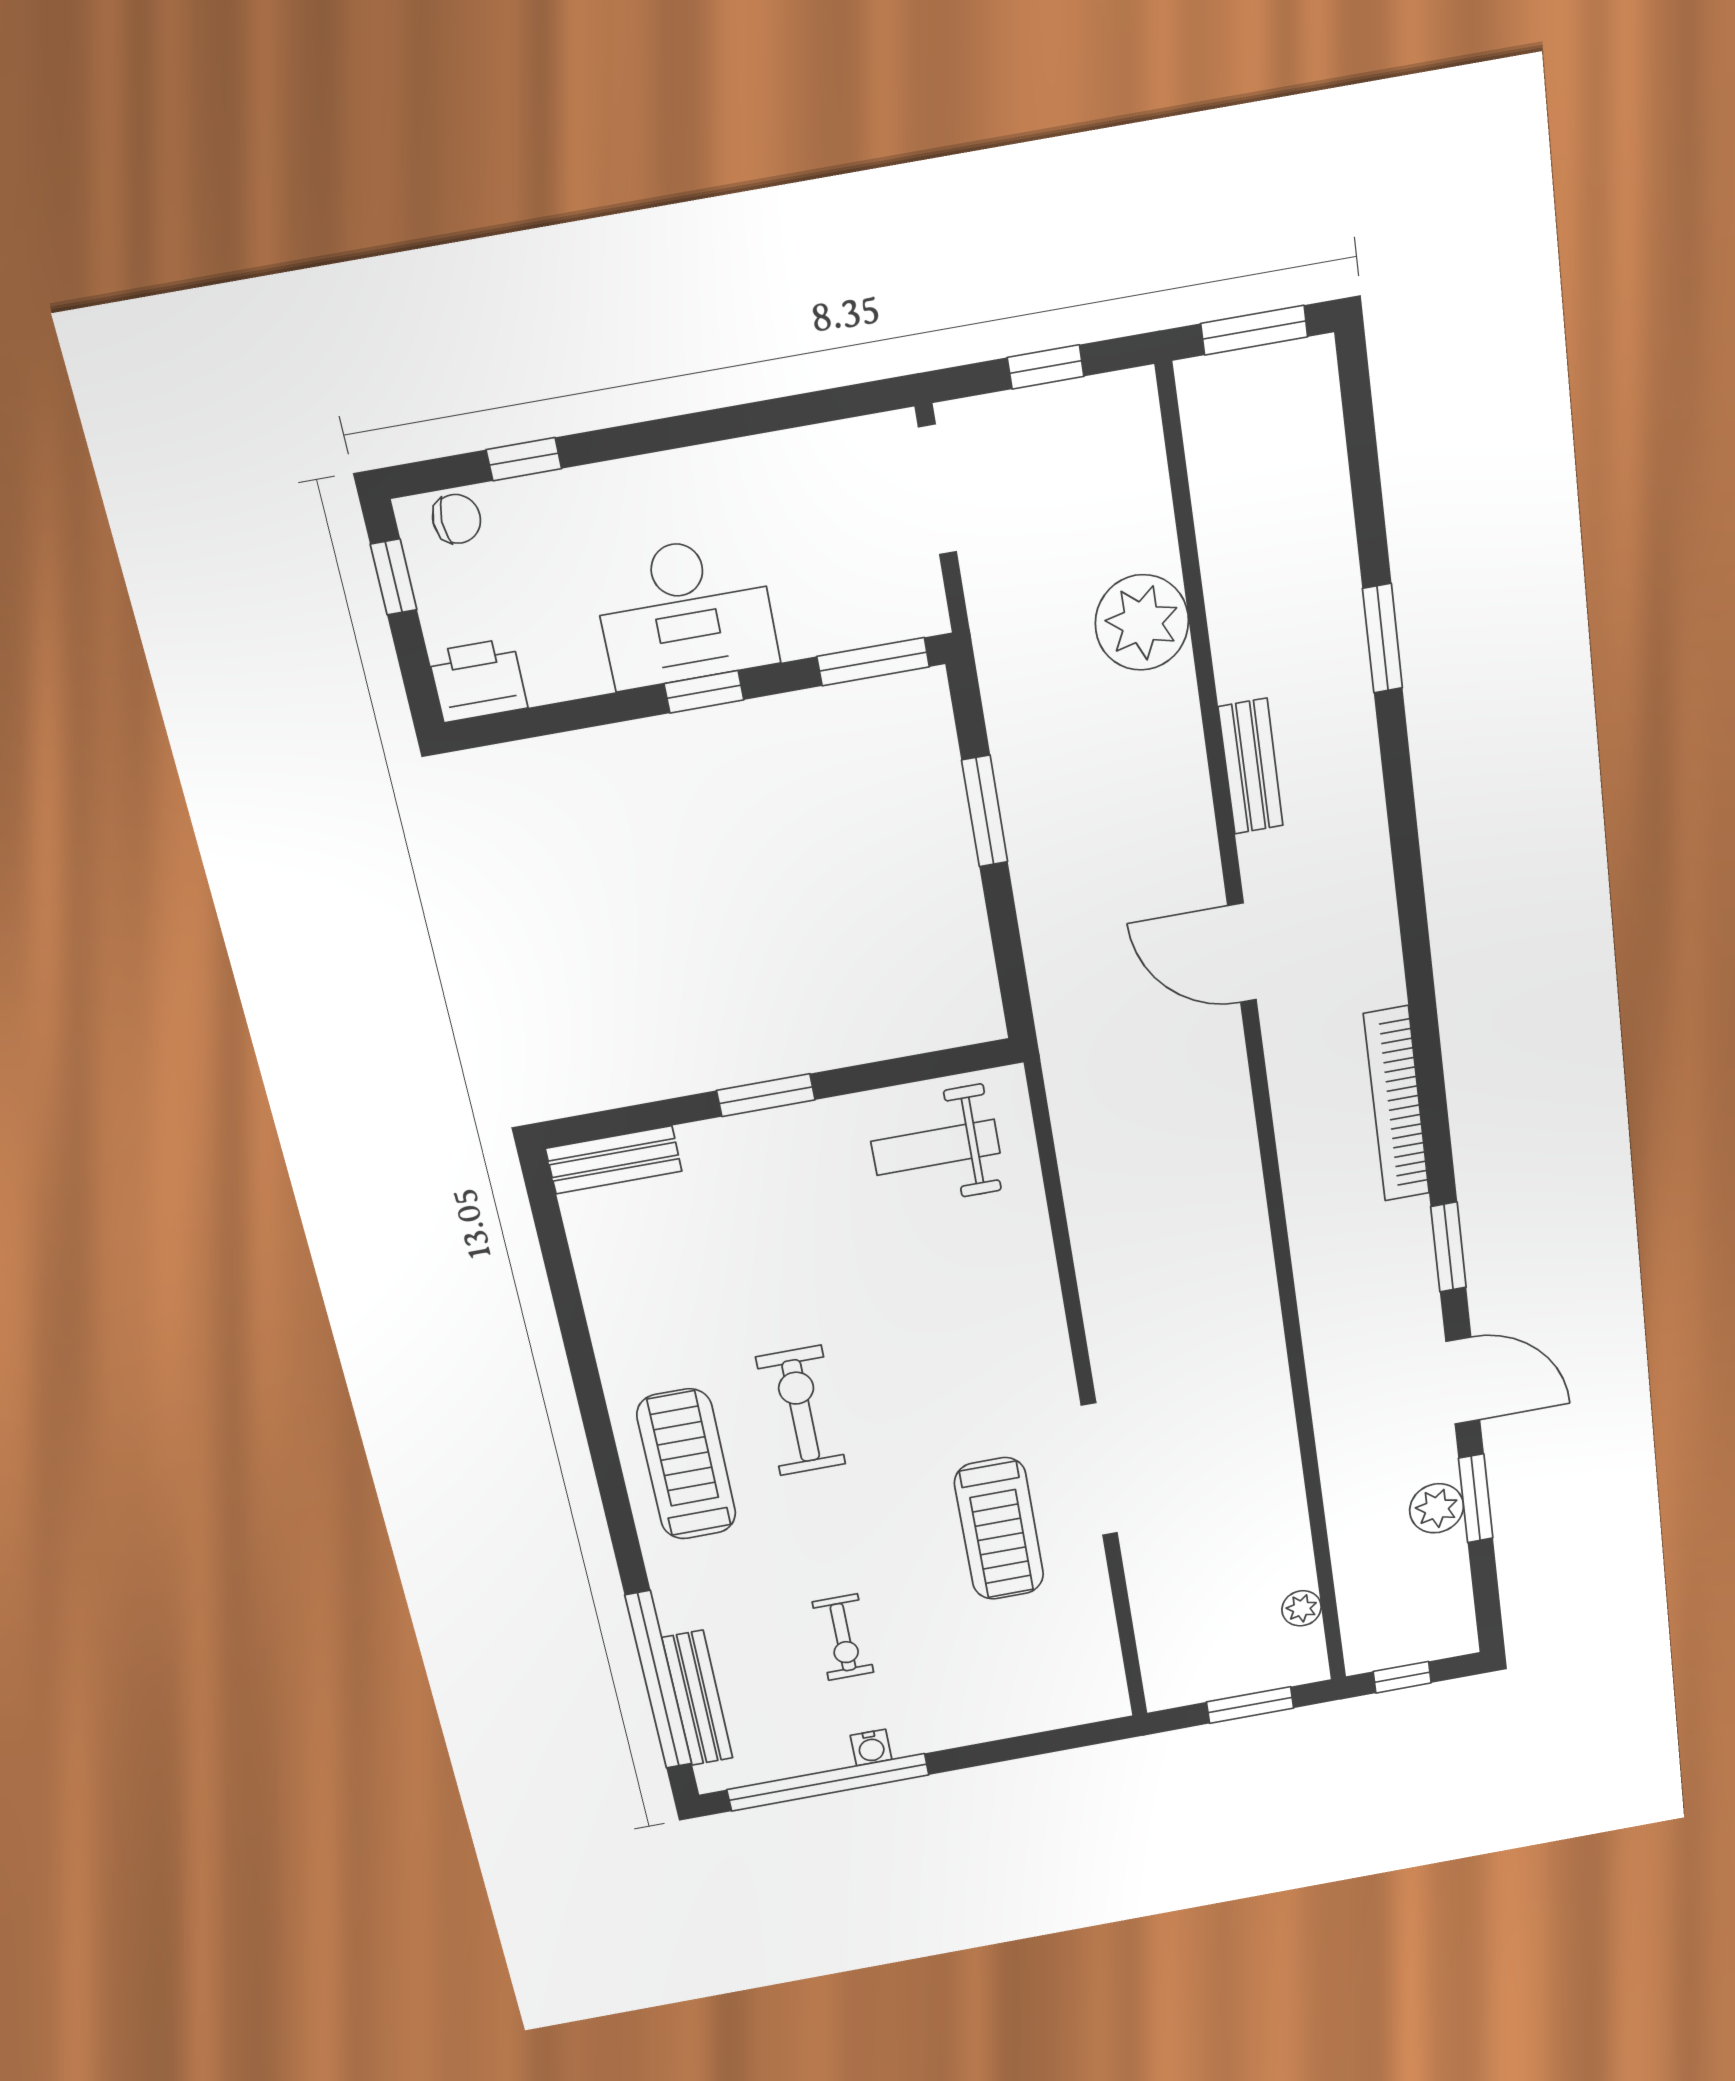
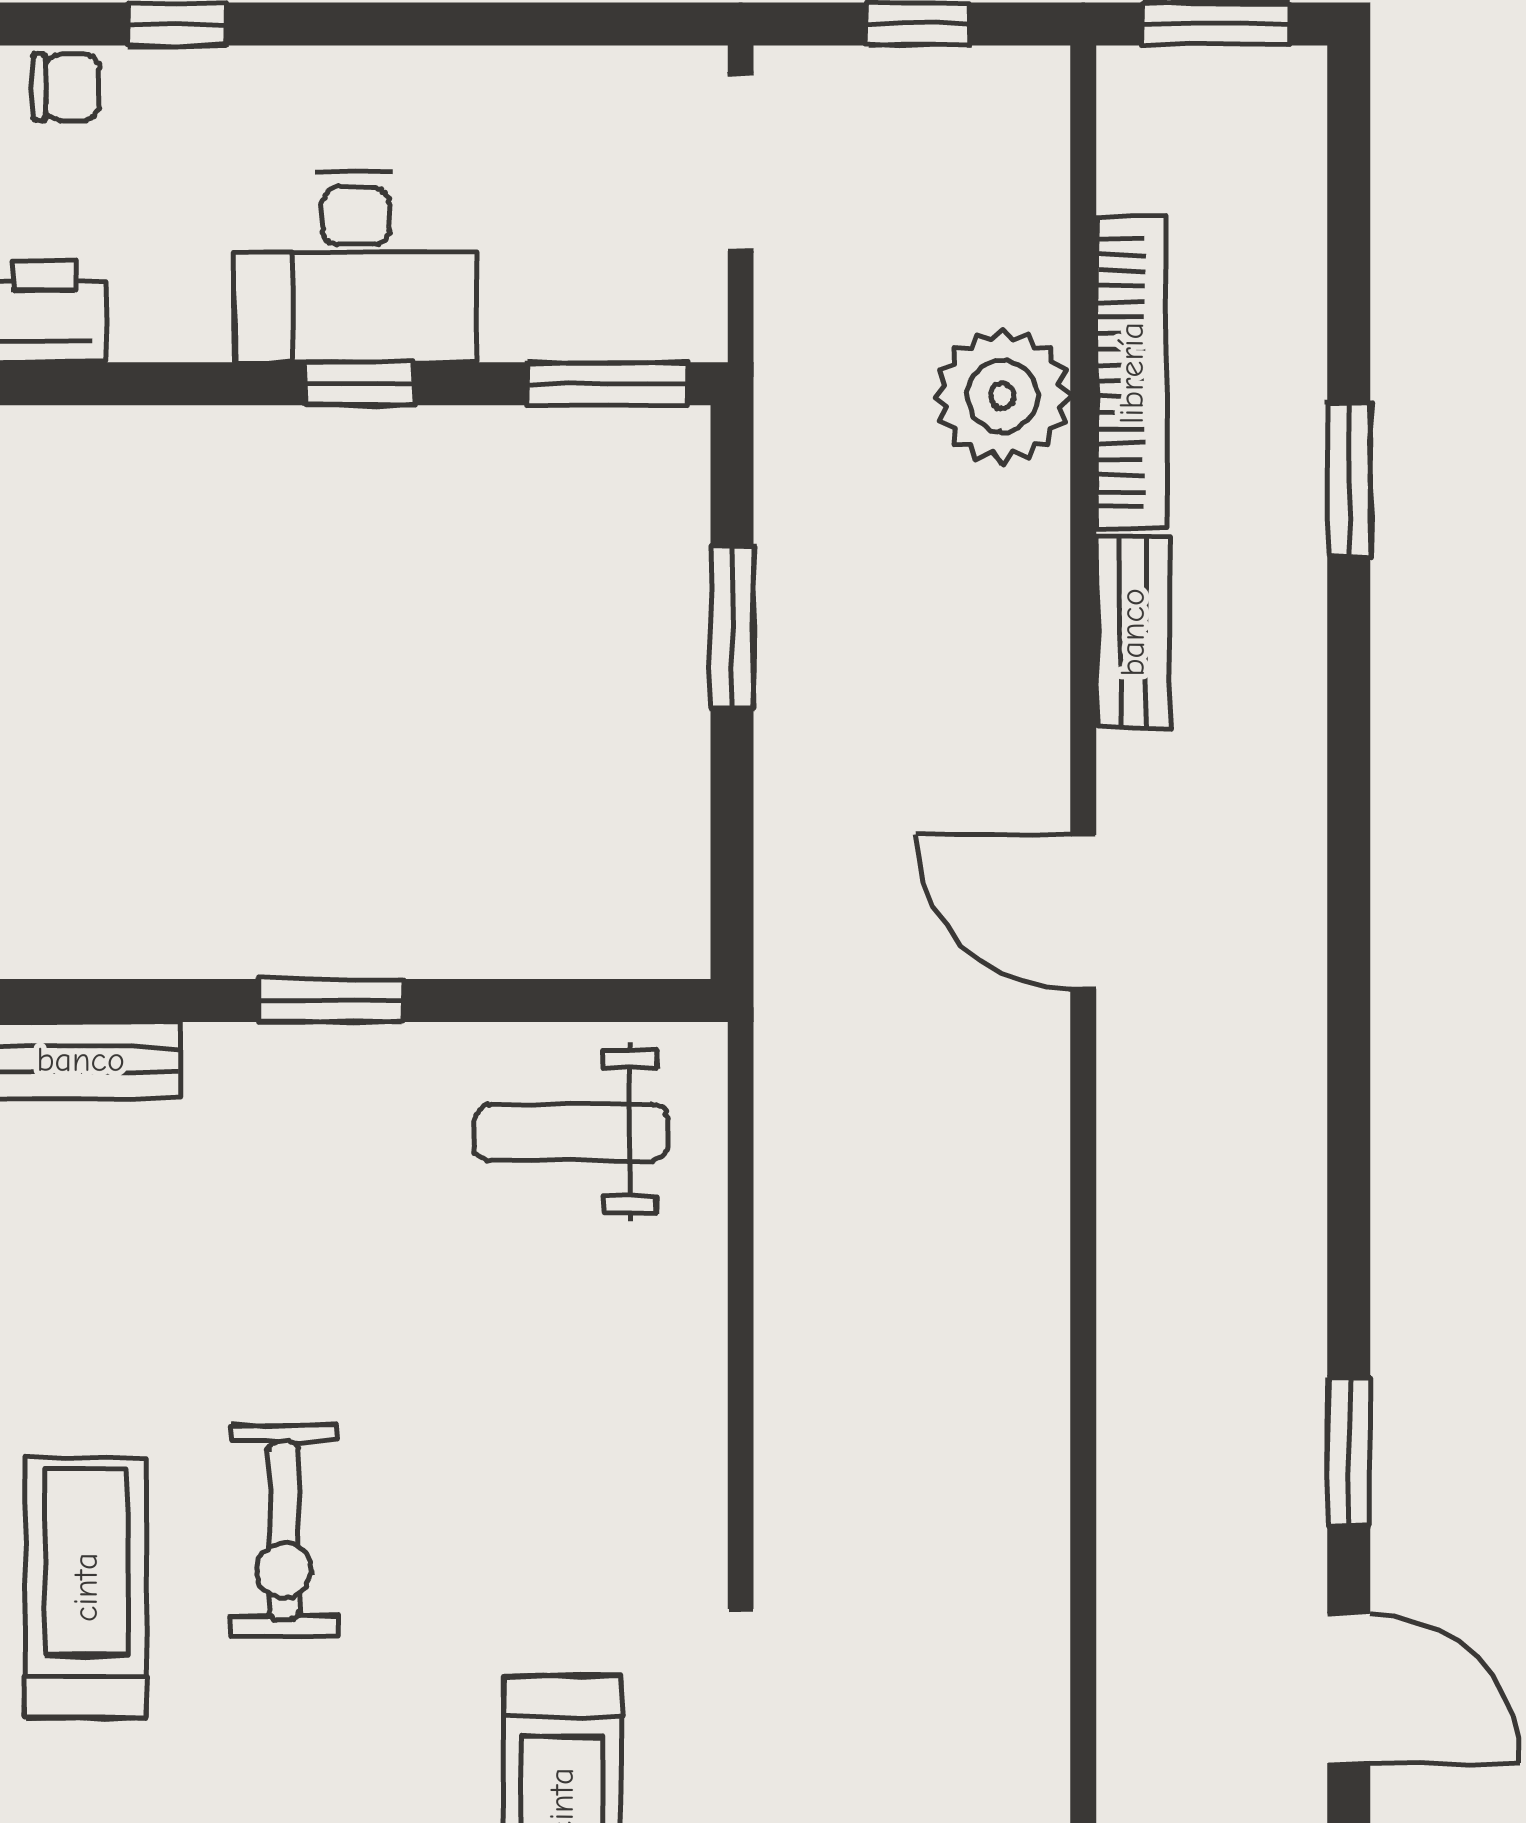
bookcase: (1397, 1104) -> (1132, 373), moved, turned 180
exercise bike: (801, 1411) -> (284, 1531), turned 180

